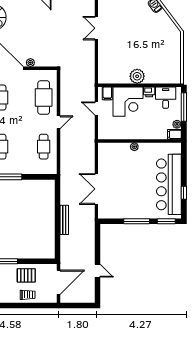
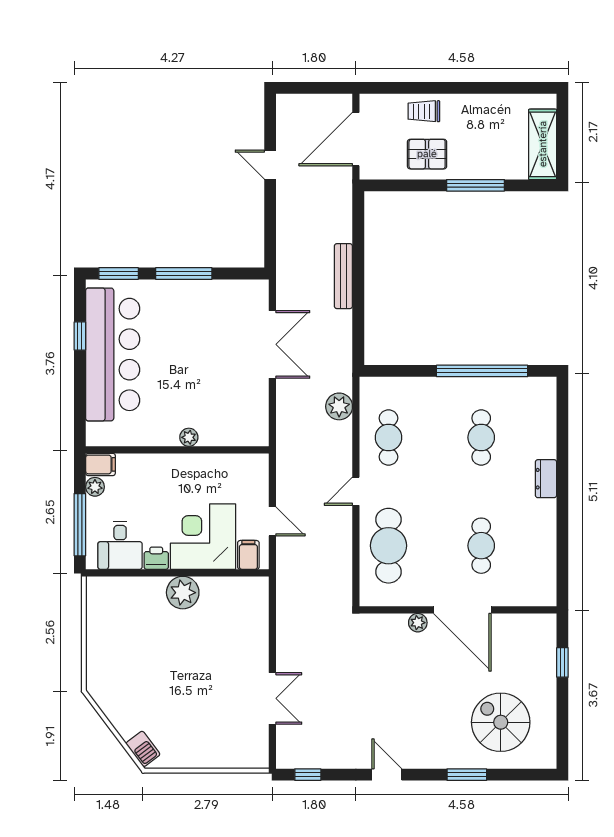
plant: (66, 161) -> (339, 406), added

